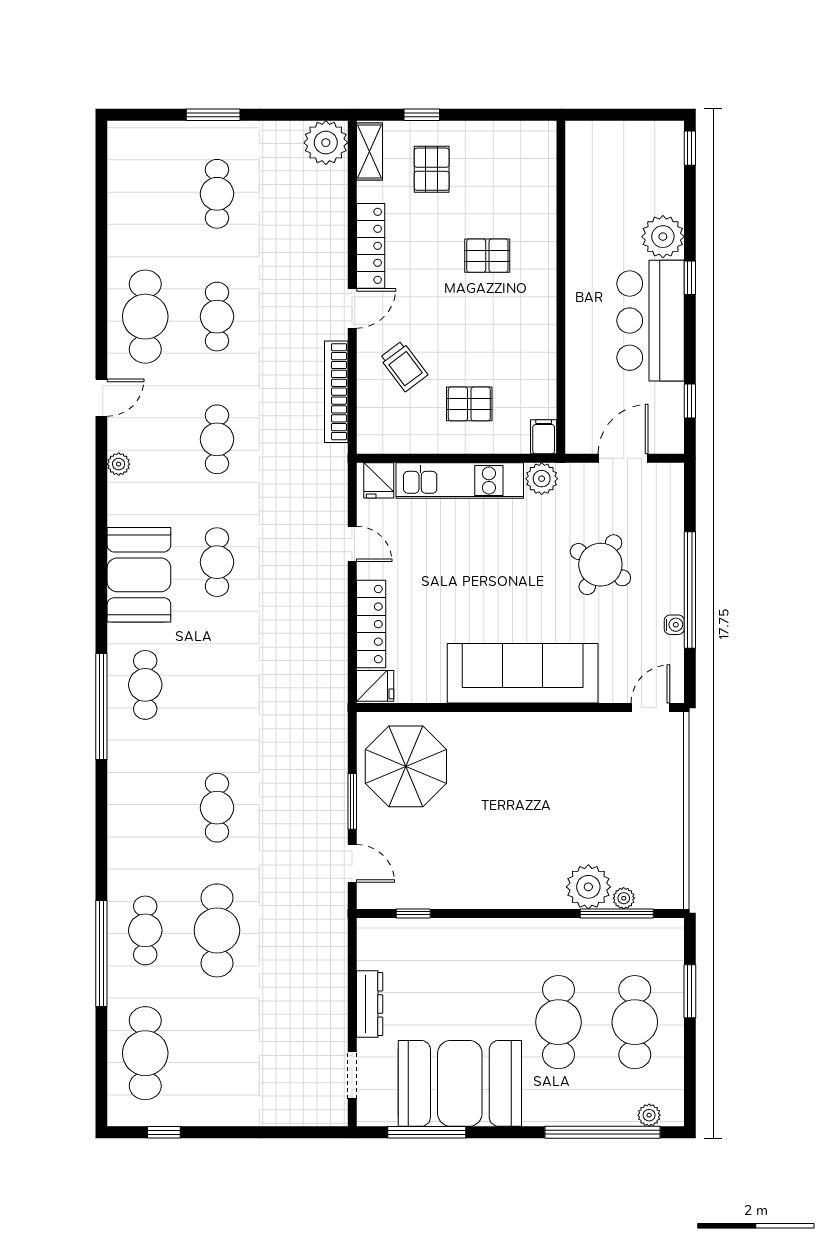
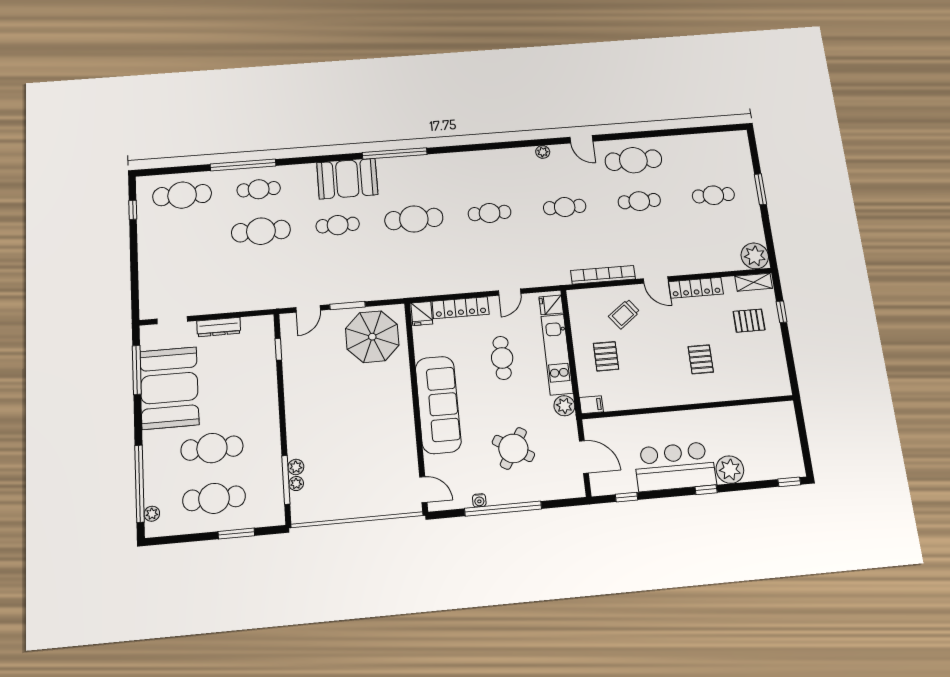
cafe table: (458, 567) -> (502, 358), added
booth: (139, 575) -> (347, 179), moved
cafe table: (145, 685) -> (414, 219), moved, width x1.37, depth x1.35
plant: (588, 887) -> (296, 467), width x0.53, depth x0.53

